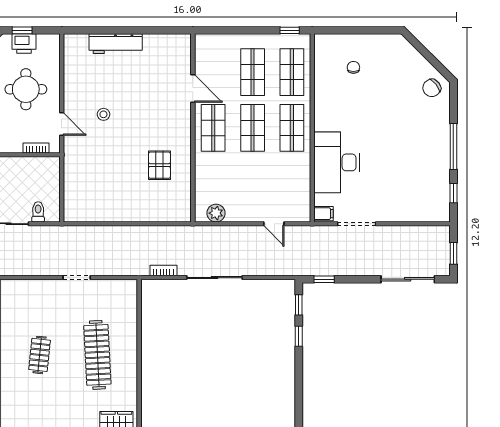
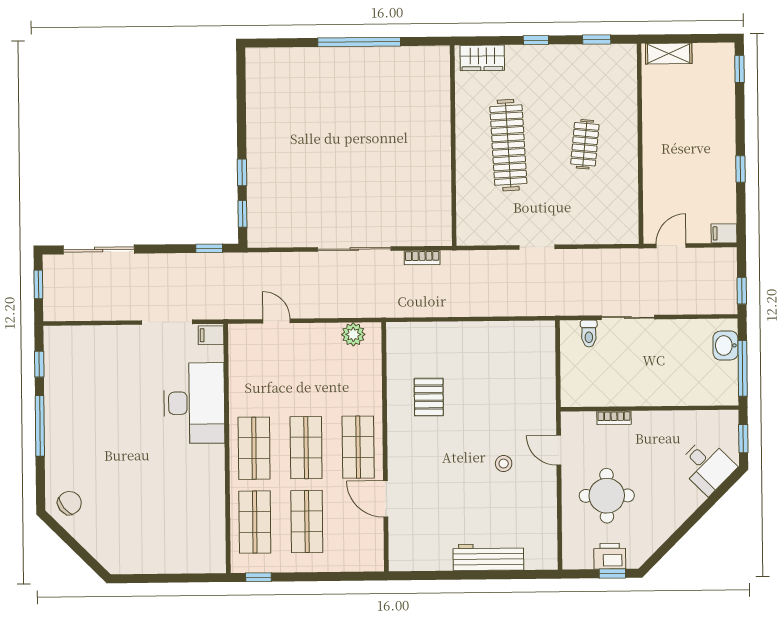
chair: (353, 67) -> (173, 529), removed
bookcase: (36, 148) -> (614, 418), moved

